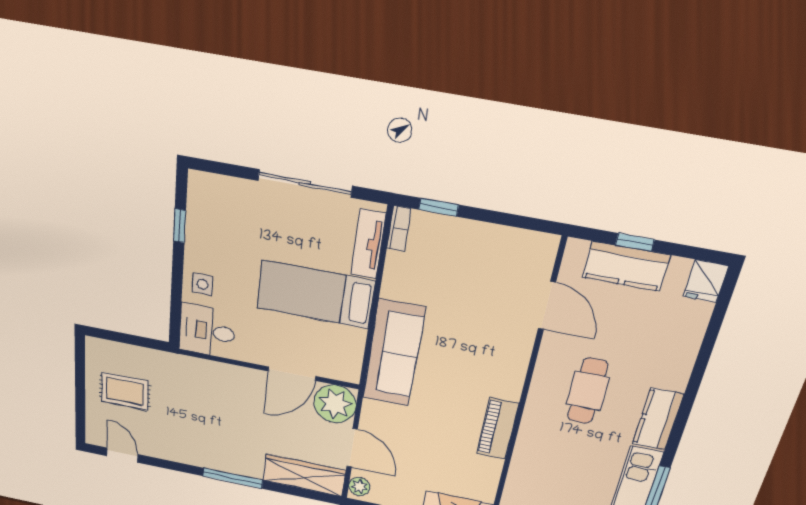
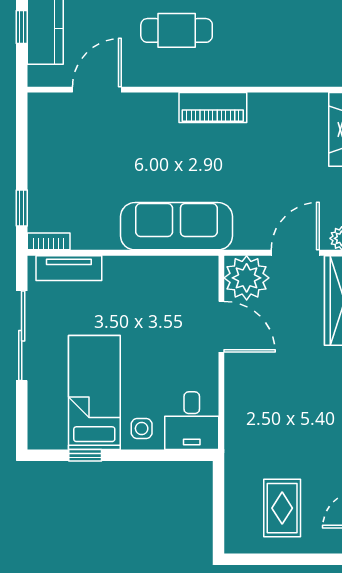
bed: (315, 294) -> (94, 392), moved, turned 180
piano: (498, 429) -> (213, 108), moved

